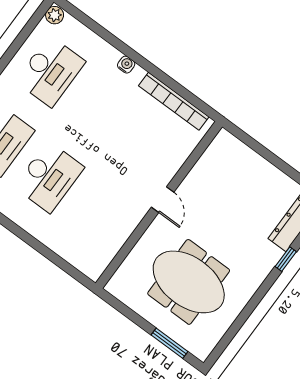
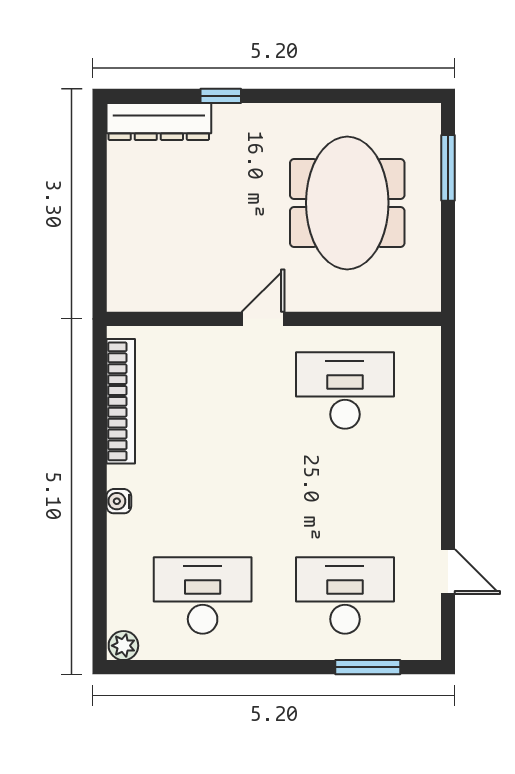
desk: (49, 177) -> (345, 391), moved

